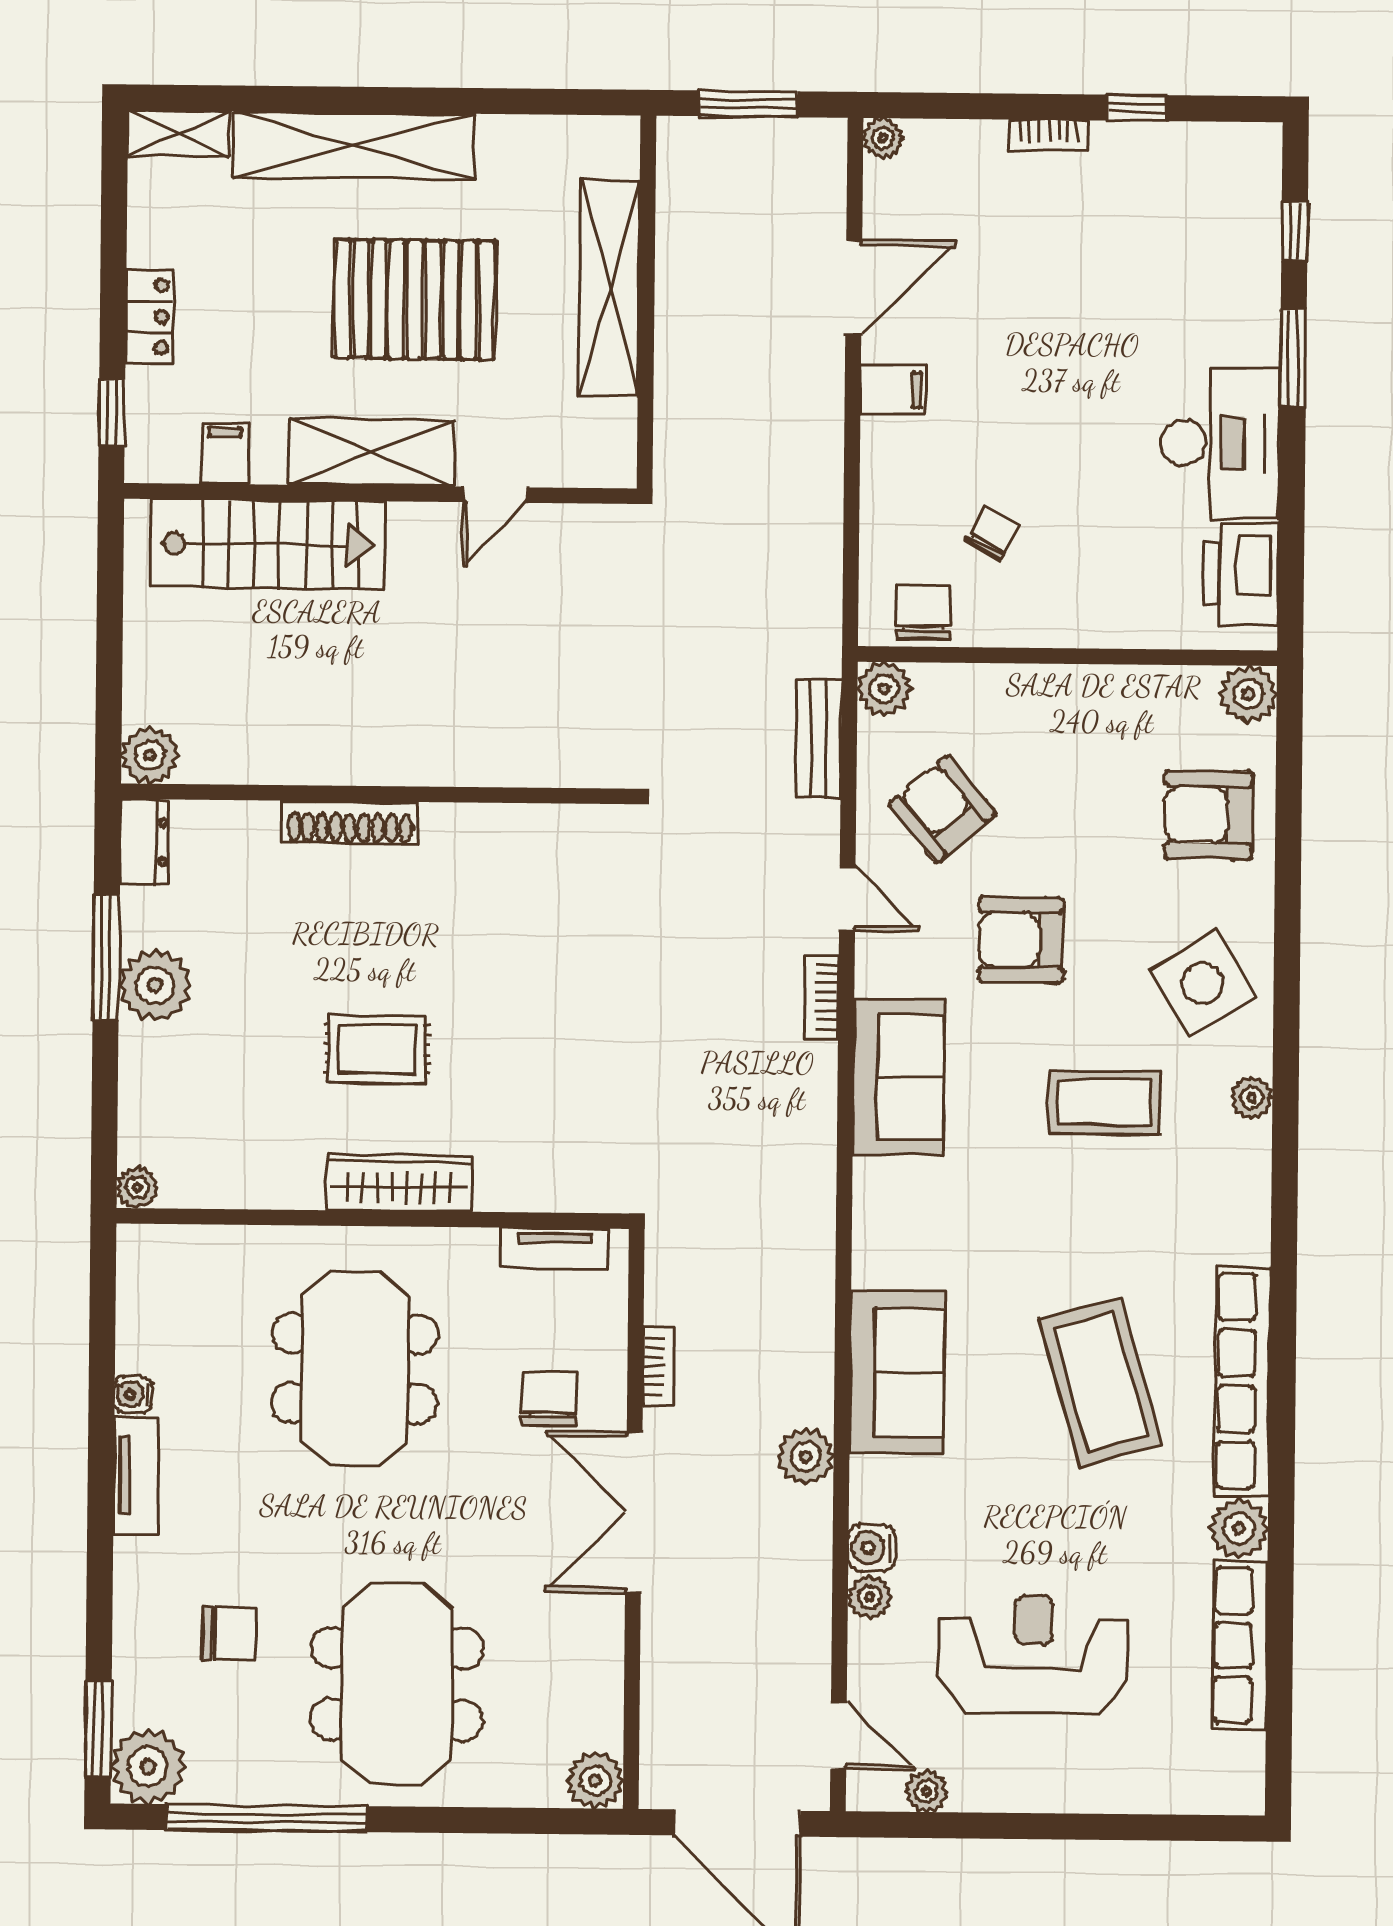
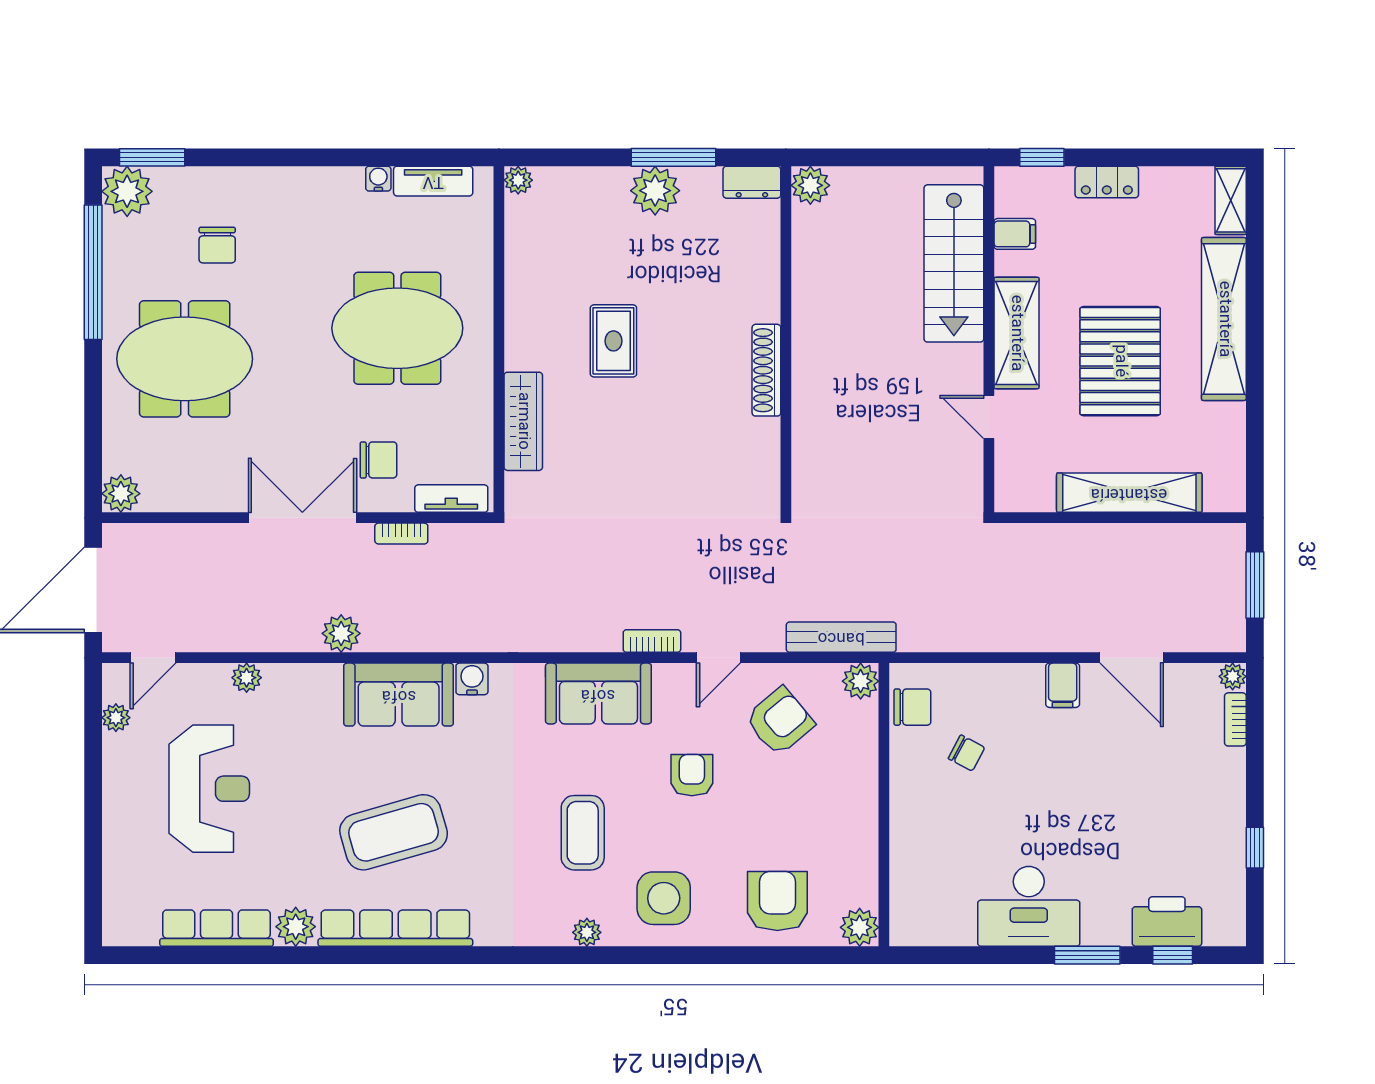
bookcase: (1049, 136) -> (1235, 719), moved
printer: (1241, 574) -> (1167, 922), moved
bench: (819, 738) -> (841, 637), width x1.36
shoe rack: (350, 822) -> (766, 370), moved
armchair: (1021, 940) -> (692, 775), width x0.72, depth x0.72
side table: (1202, 983) -> (664, 898), turned 32
wardrobe: (399, 1183) -> (523, 421), moved
tv unit: (555, 1249) -> (451, 499), moved, turned 90
tv unit: (136, 1476) -> (433, 181), moved
water cooler: (872, 1548) -> (472, 679), moved

